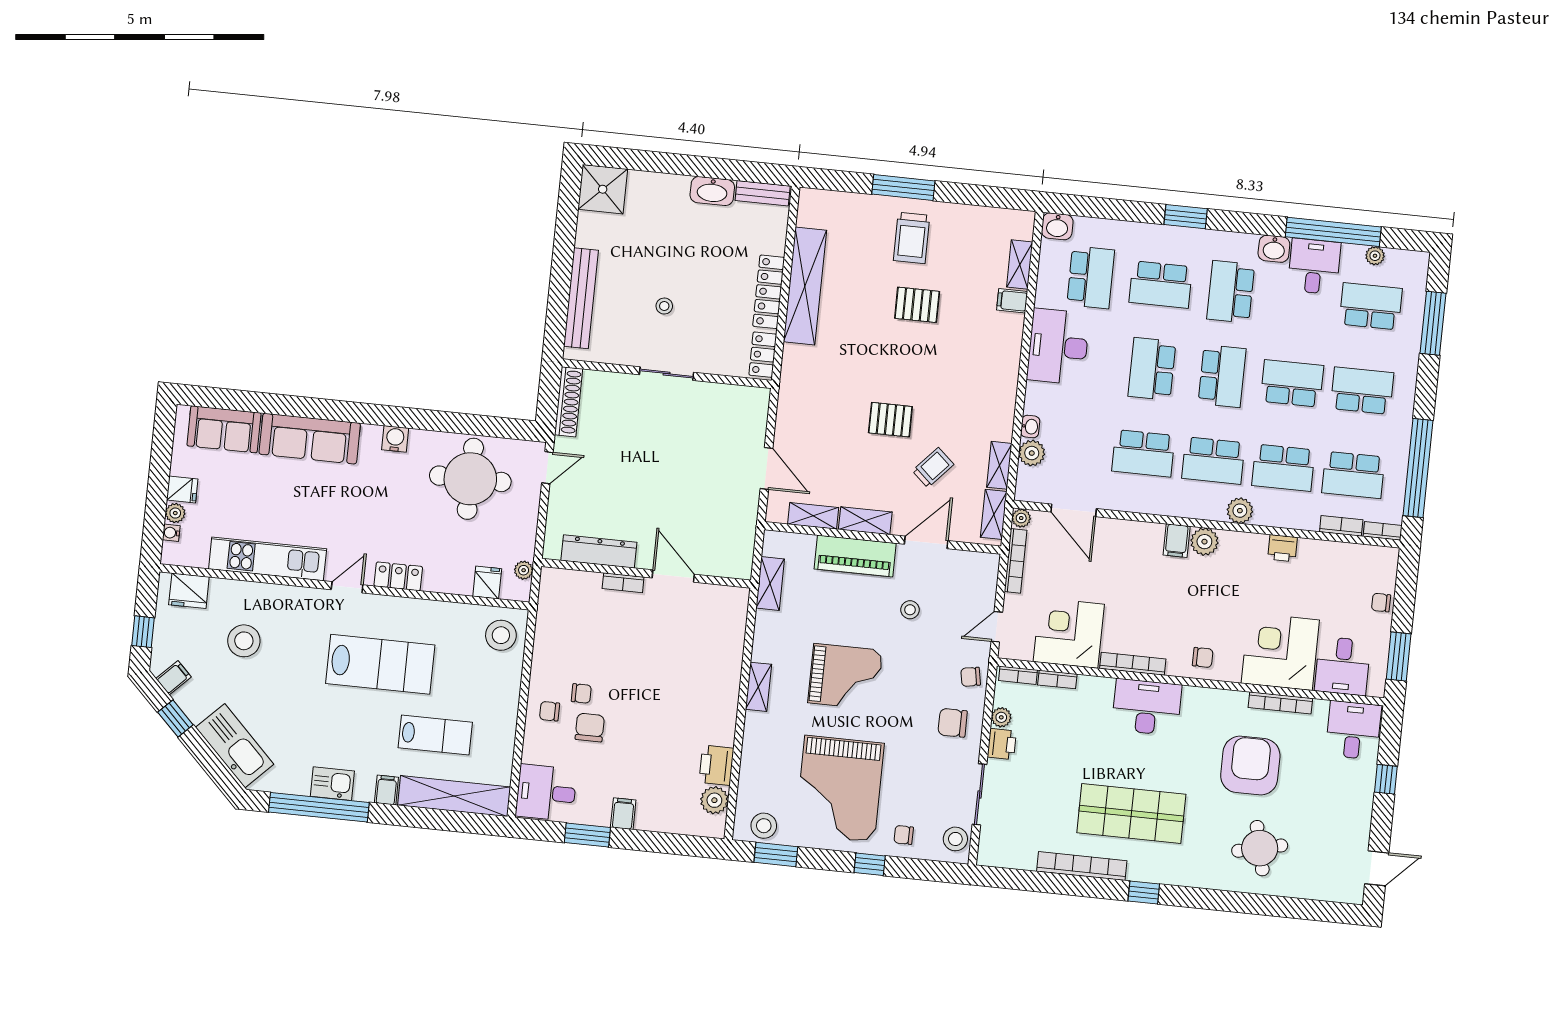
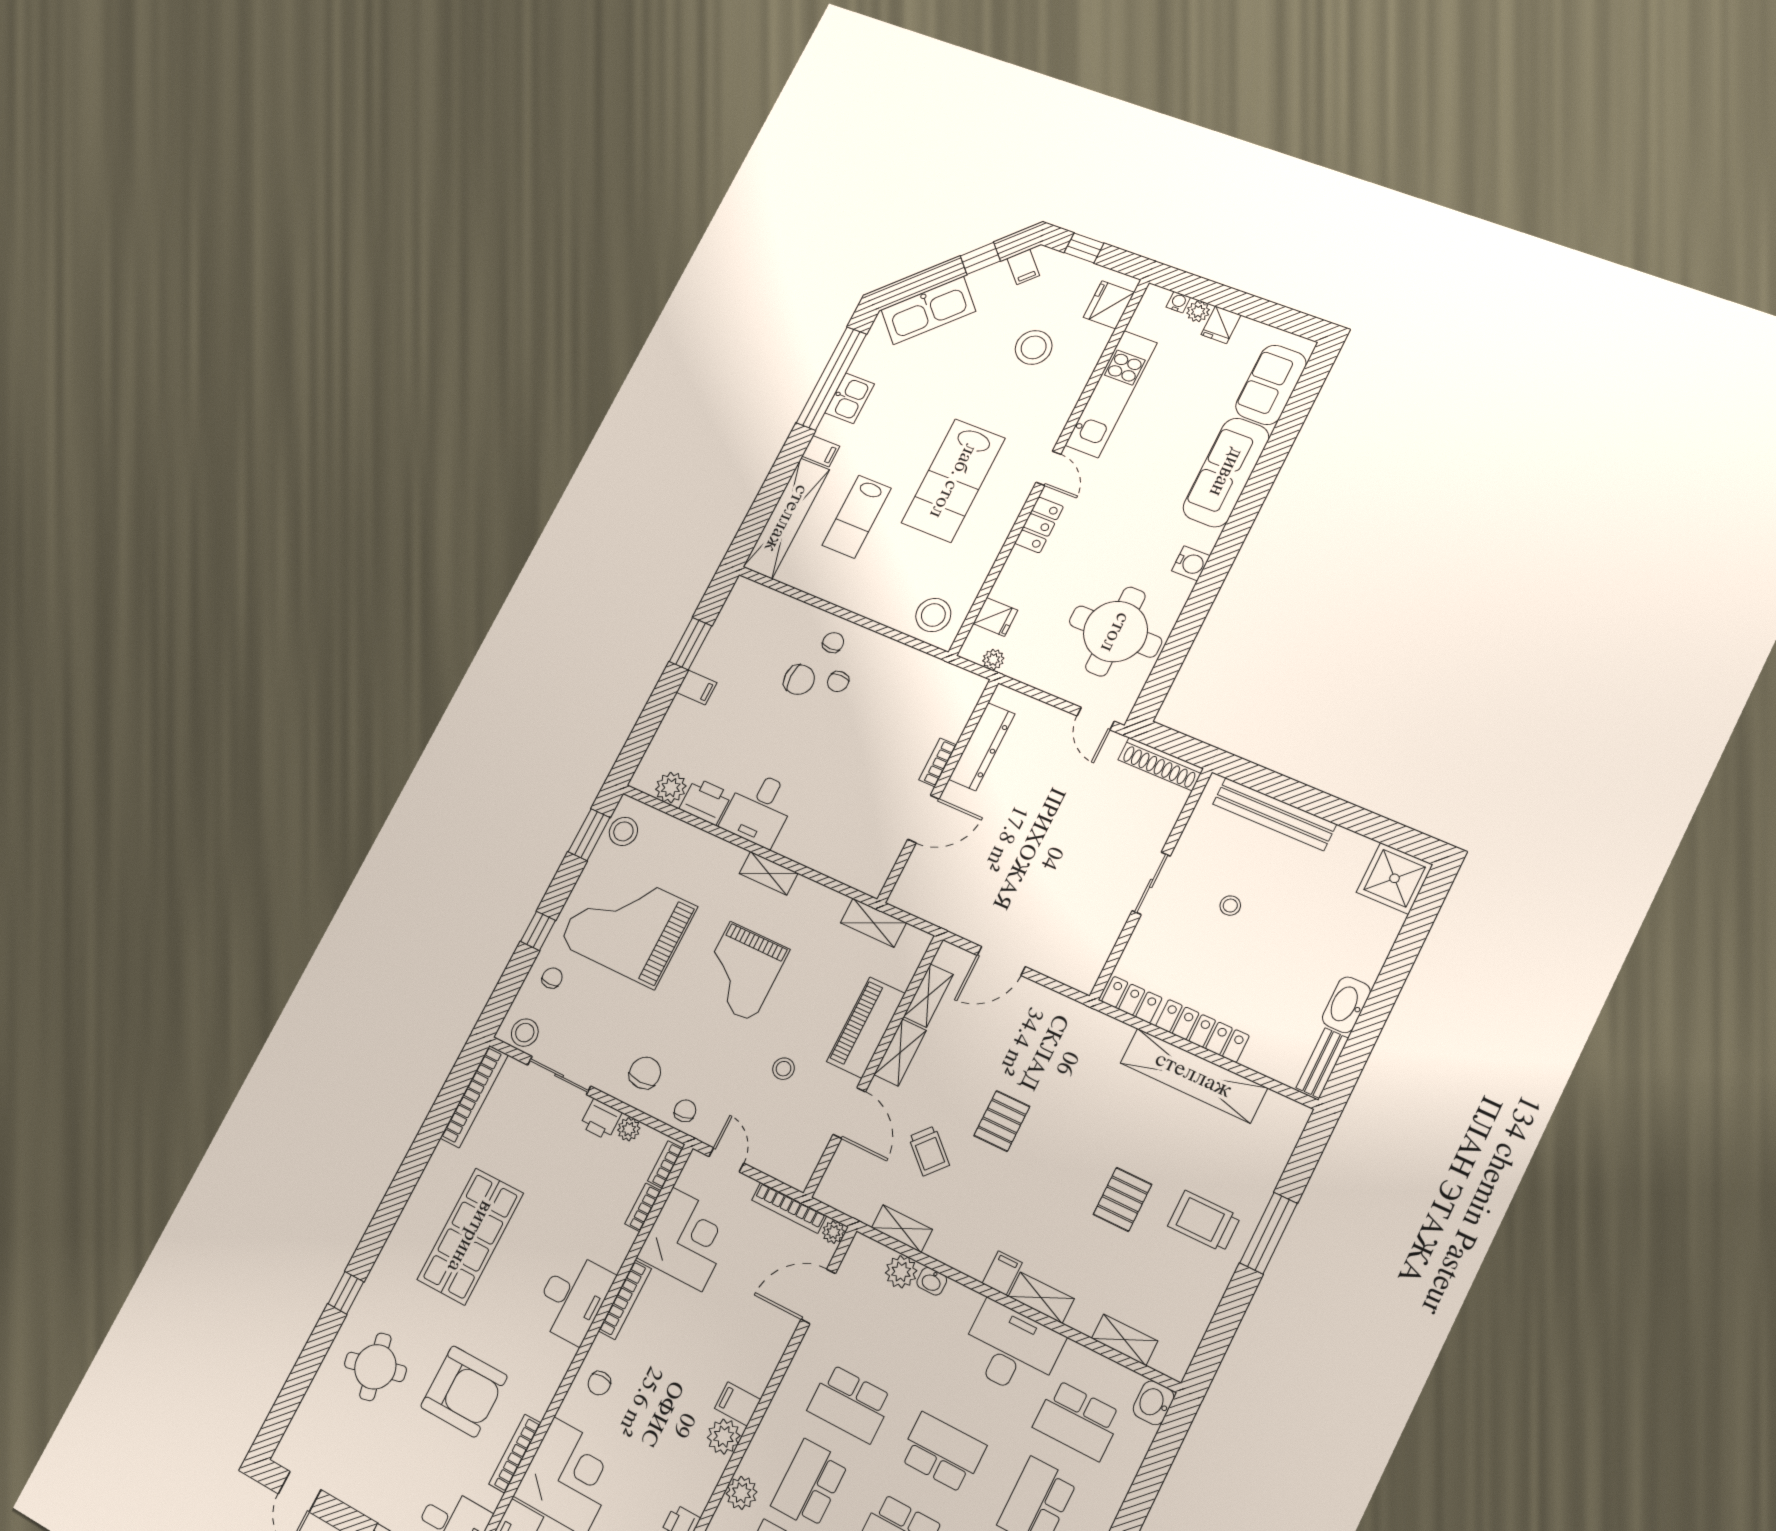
filing cabinet: (1012, 301) -> (1002, 1273), moved
school desk: (1143, 453) -> (850, 1404), turned -90
shelving: (994, 514) -> (1041, 1298), moved
desk: (546, 793) -> (759, 809), moved, turned 180
bookcase: (1082, 866) -> (474, 1096), moved
window: (1144, 893) -> (346, 1293), moved

